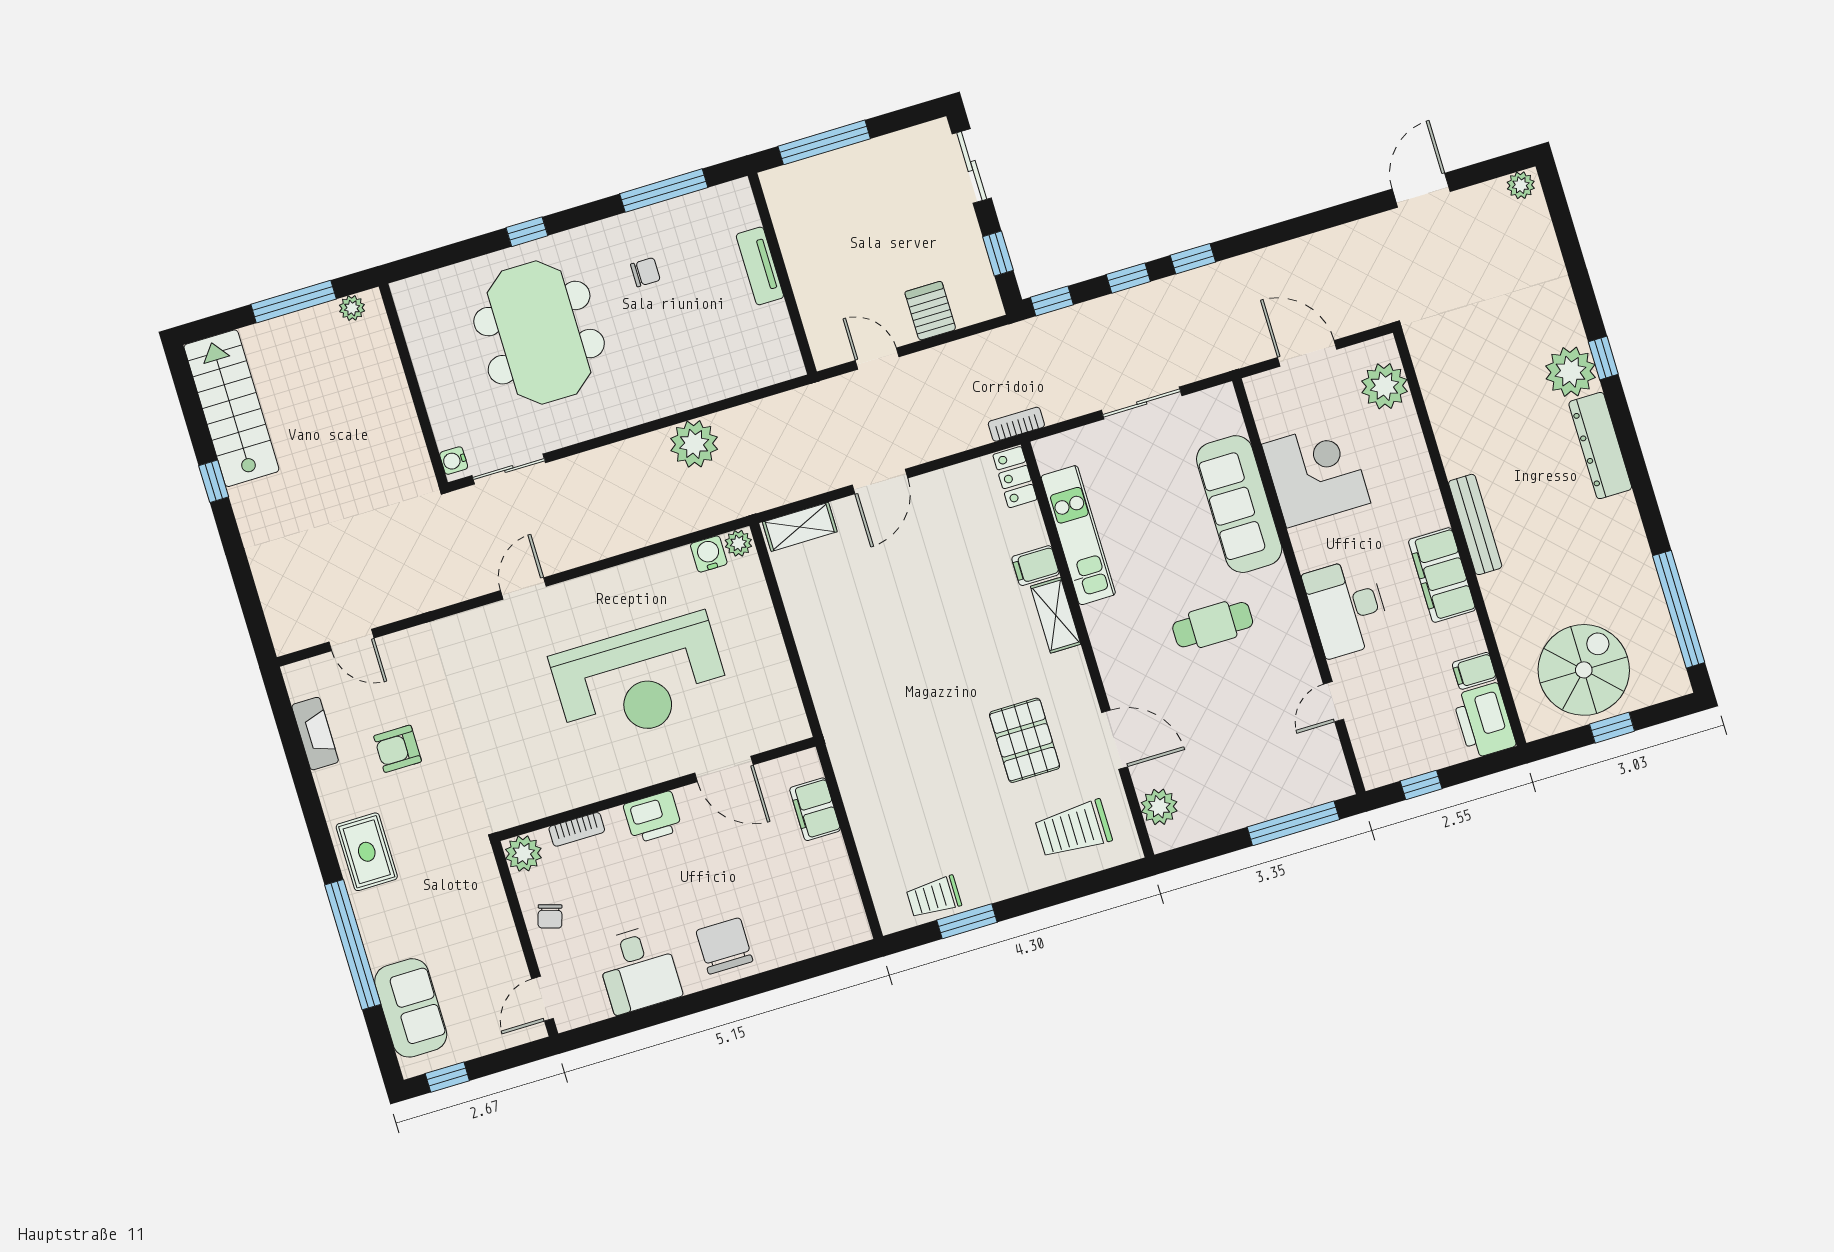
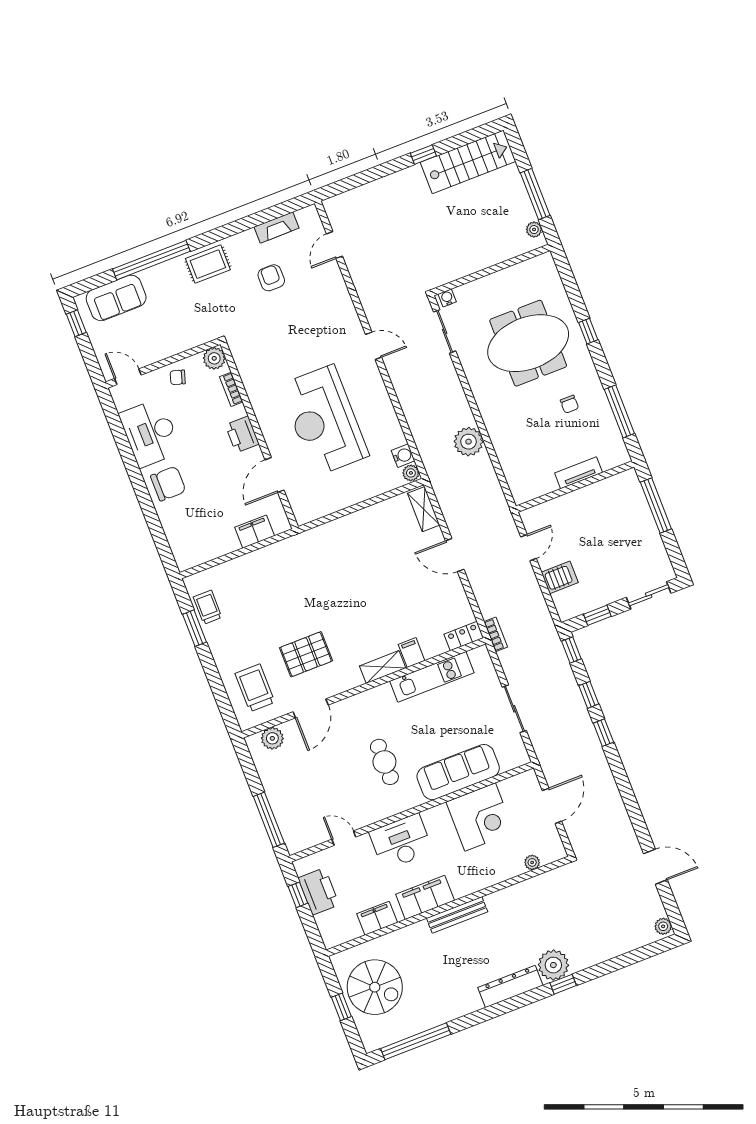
plant: (1384, 386) -> (532, 862), width x0.53, depth x0.53
filing cabinet: (1474, 671) -> (377, 918), width x2.00
printer: (1484, 721) -> (319, 891), moved, turned 90
desk: (638, 969) -> (150, 433), width x1.37

